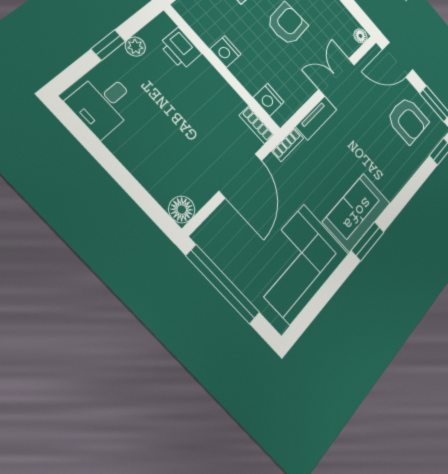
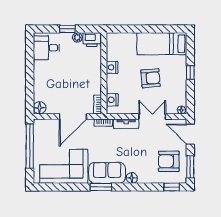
printer: (180, 49) -> (92, 40), moved, turned -90
armchair: (408, 120) -> (169, 161), turned 90
floor lamp: (390, 188) -> (132, 178), added

